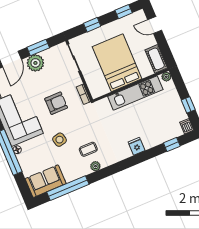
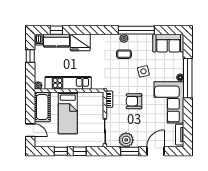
window: (124, 12) -> (61, 151), moved
cot: (156, 59) -> (42, 107), width x1.37, depth x1.34
plant: (35, 63) -> (126, 140), moved
bed: (117, 63) -> (68, 113), width x0.67
kitchen counter: (167, 133) -> (57, 41), added
fridge: (137, 146) -> (80, 43), width x1.88, depth x1.34
window: (68, 188) -> (136, 30), moved

